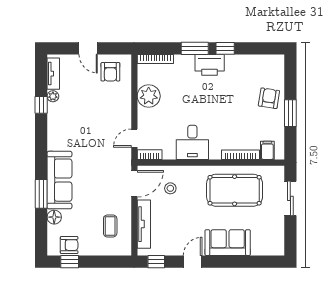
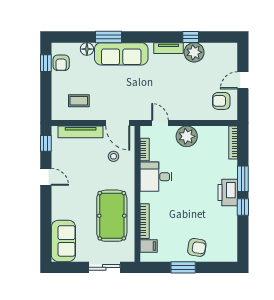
tv unit: (53, 74) -> (169, 48), moved
plant: (53, 96) -> (194, 52), width x1.88, depth x1.88
plant: (149, 96) -> (187, 136), moved
bookcase: (150, 155) -> (145, 150), moved
sofa: (228, 243) -> (63, 241), moved

